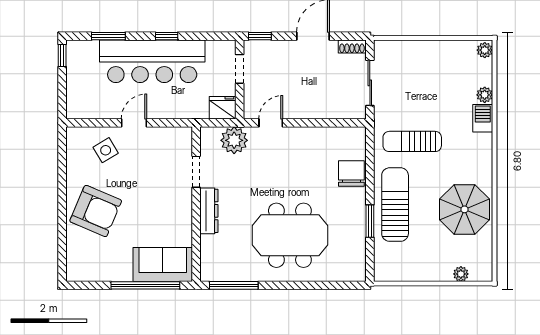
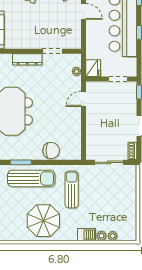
plant: (485, 50) -> (113, 236), moved
door: (271, 123) -> (83, 99), swing flipped
plant: (234, 140) -> (76, 71), width x0.53, depth x0.53
parasol: (464, 209) -> (43, 221), moved

